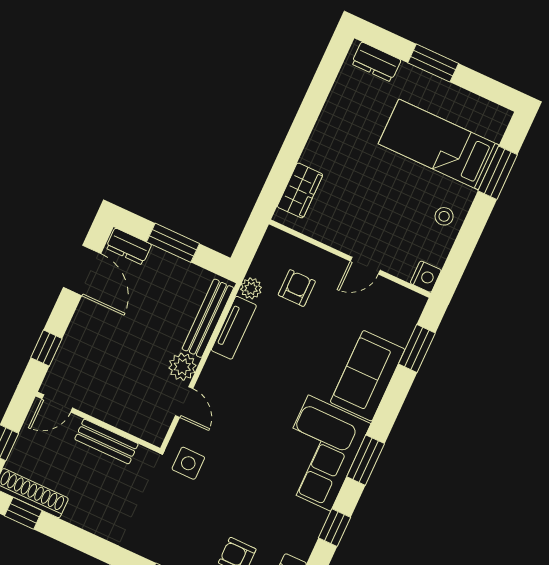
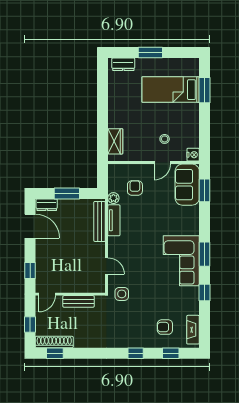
stool: (444, 216) -> (165, 139), moved
plant: (182, 367) -> (98, 250), removed
sofa: (368, 376) -> (187, 185), moved

